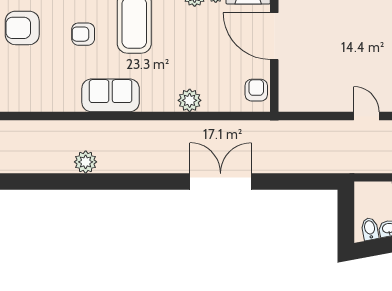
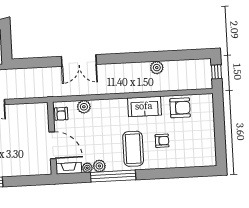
armchair: (22, 28) -> (180, 108), moved
plant: (190, 100) -> (84, 107), moved

